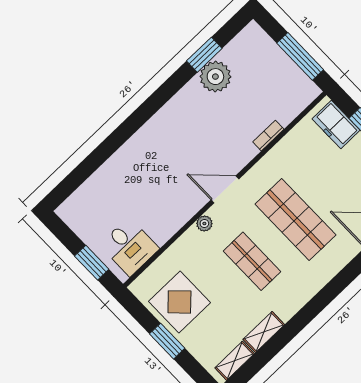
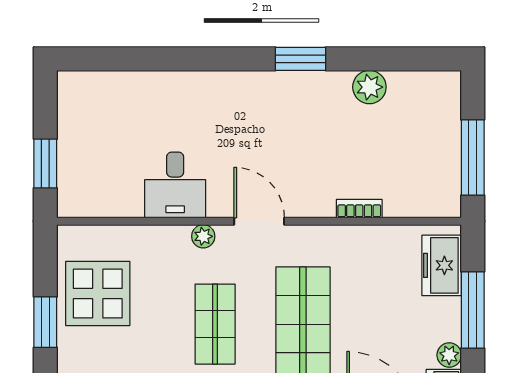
window: (204, 55) -> (300, 59), moved
plant: (215, 77) -> (369, 87), width x0.73, depth x0.73
desk: (129, 247) -> (175, 185), moved

